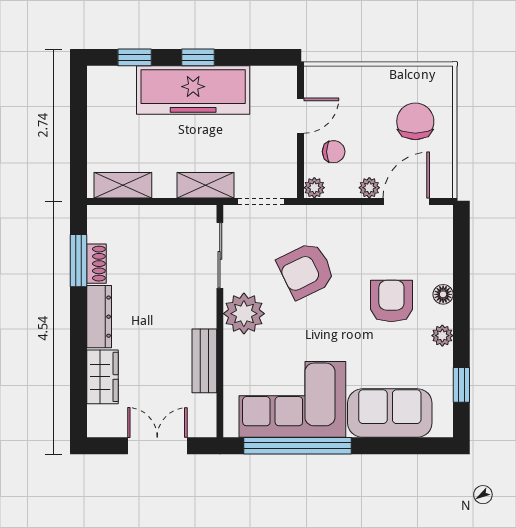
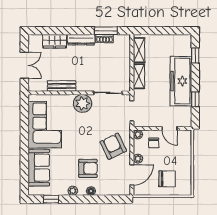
window: (198, 57) -> (195, 99), moved
shelving: (205, 185) -> (139, 76), moved
door: (406, 201) -> (132, 175), hinge flipped
armchair: (306, 271) -> (113, 146), moved
window: (298, 446) -> (24, 127), removed

